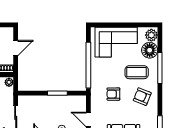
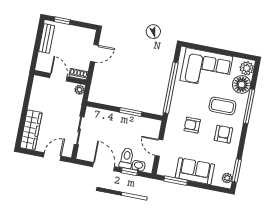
armchair: (142, 97) -> (223, 134), turned 68

